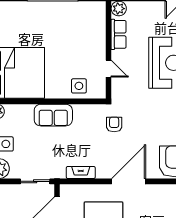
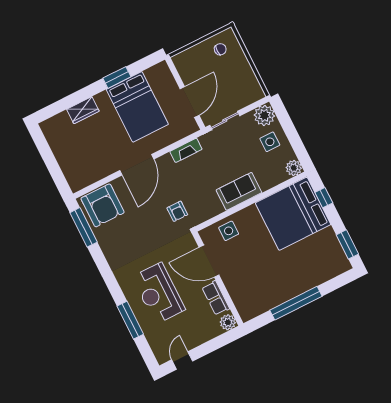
door: (109, 69) -> (209, 261), width x1.88

